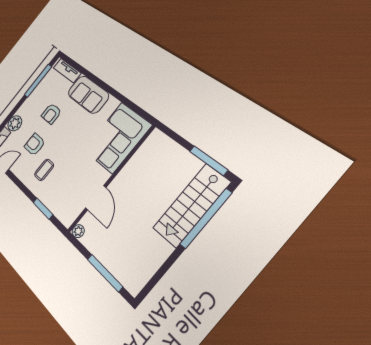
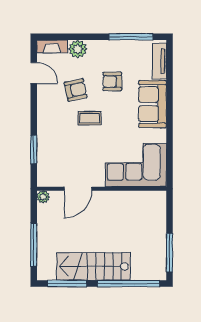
armchair: (35, 144) -> (76, 90), turned 78
coffee table: (44, 170) -> (90, 118), moved
stairs: (191, 205) -> (93, 267), moved
window: (159, 274) -> (67, 284), added

